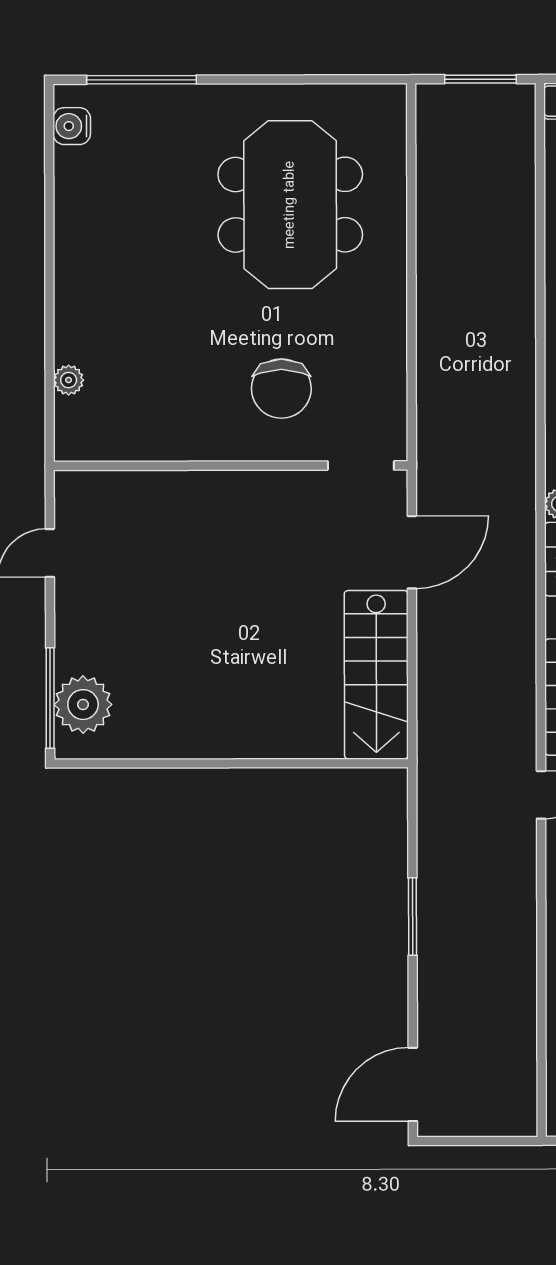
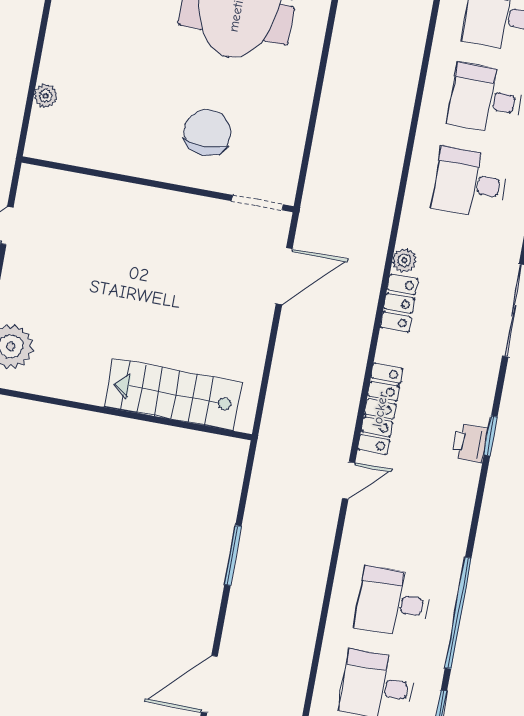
chair: (281, 389) -> (207, 132), turned 180
stairs: (376, 675) -> (173, 395), moved, turned 90

